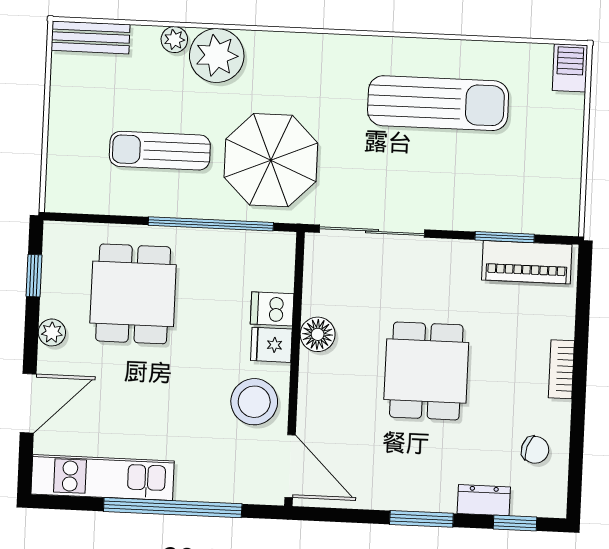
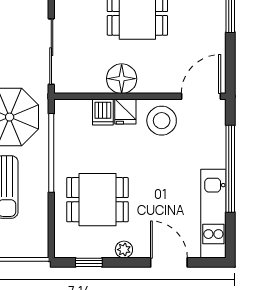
floor lamp: (318, 334) -> (122, 79), width x1.38, depth x1.38

